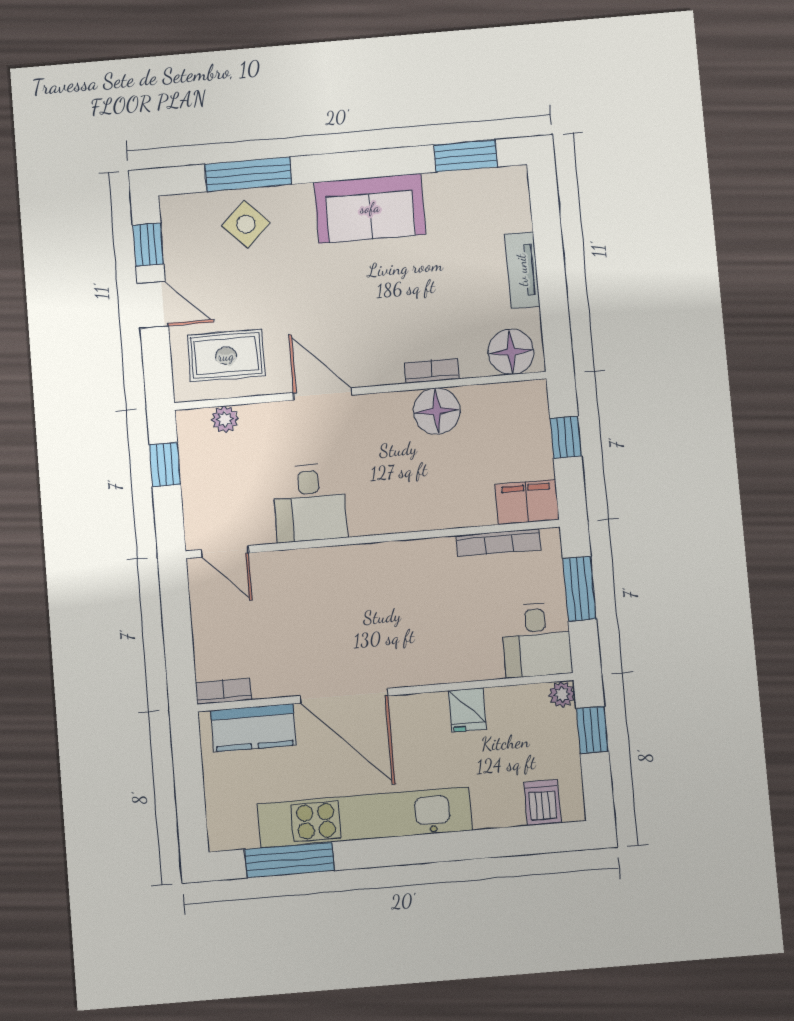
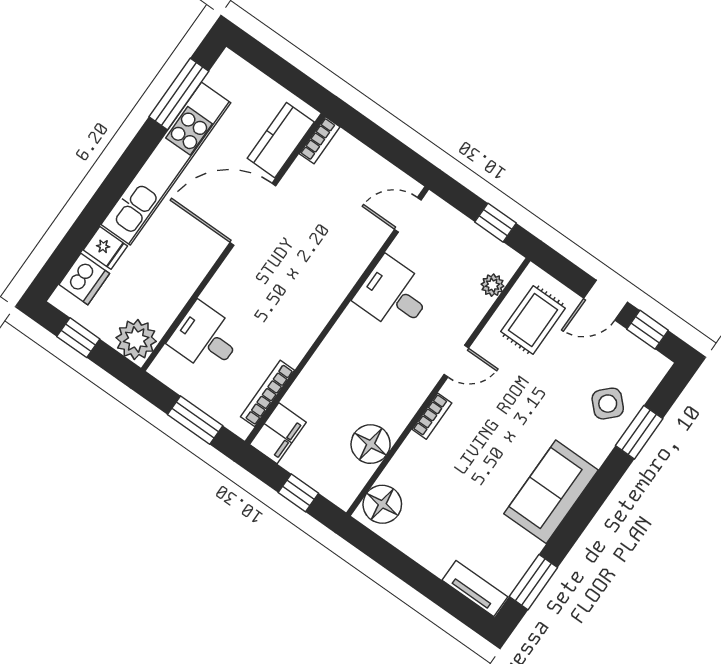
window: (248, 174) -> (639, 432), width x0.69
tv unit: (522, 270) -> (475, 588), moved
bookcase: (432, 371) -> (432, 416), moved
door: (323, 394) -> (456, 361), width x0.73
floor lamp: (437, 411) -> (371, 444), moved
desk: (537, 640) -> (205, 338), moved
plant: (562, 694) -> (136, 340), width x1.88, depth x1.88
fridge: (467, 710) -> (105, 248), moved, turned 180
window: (592, 730) -> (78, 338), moved
dishwasher: (542, 803) -> (84, 279), width x1.38

